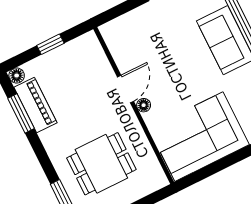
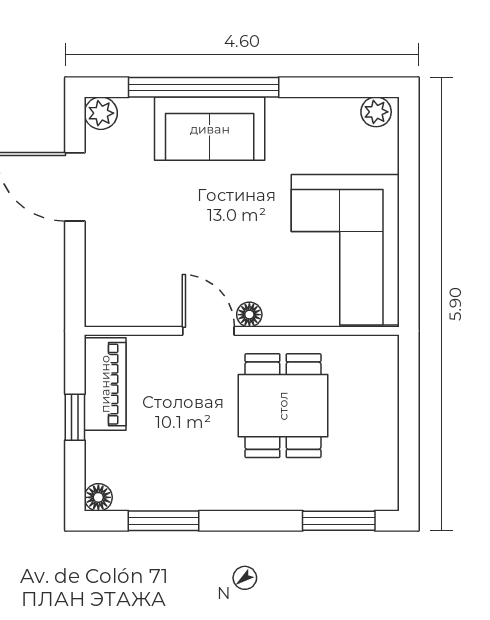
piano: (35, 105) -> (105, 384), moved, turned 90
dining table: (101, 164) -> (283, 406), moved

